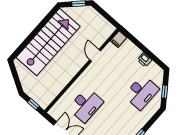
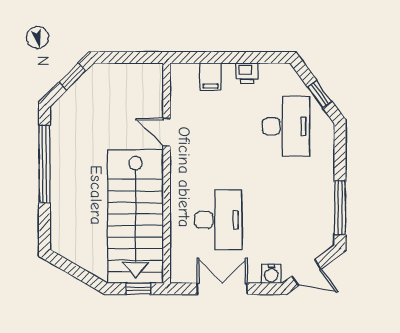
window: (39, 27) -> (45, 164), added
filing cabinet: (118, 39) -> (211, 77), moved
stairs: (48, 42) -> (136, 217), moved, turned 180

